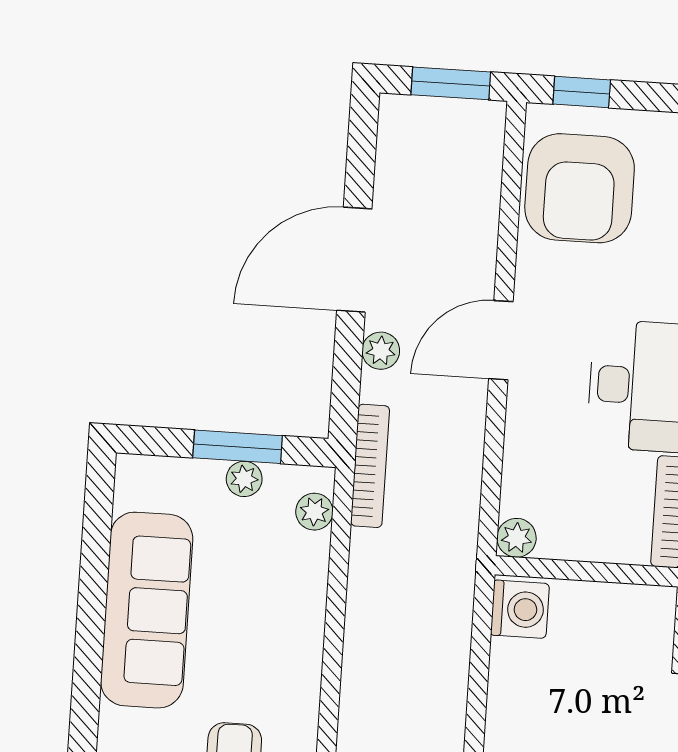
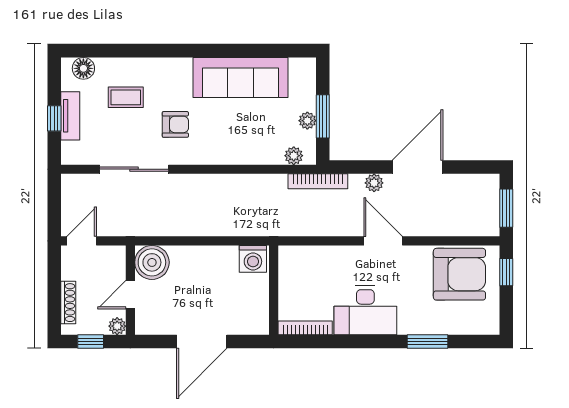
armchair: (580, 188) -> (459, 274), turned 180
door: (354, 260) -> (417, 167), hinge flipped
plant: (517, 538) -> (288, 255), removed

